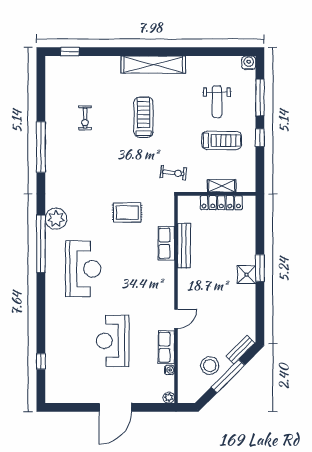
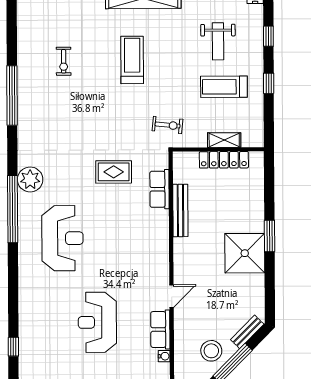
window: (260, 97) -> (268, 36), width x0.46
treadmill: (222, 140) -> (224, 87), turned 180
row of seats: (166, 243) -> (159, 189), moved
shower: (247, 275) -> (245, 253), width x1.86, depth x1.86

